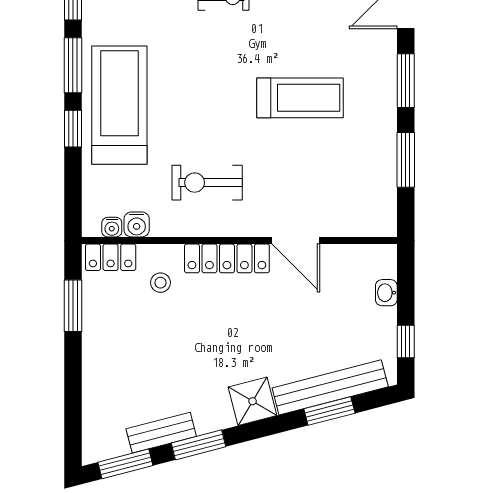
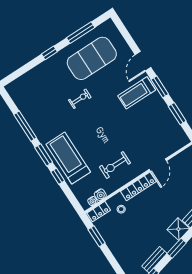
treadmill: (300, 98) -> (137, 93), moved, turned 180
door: (296, 240) -> (158, 165), hinge flipped
window: (199, 445) -> (177, 248), moved

